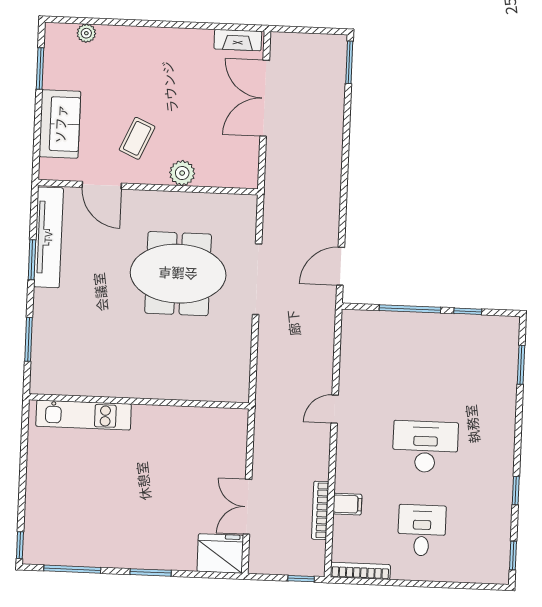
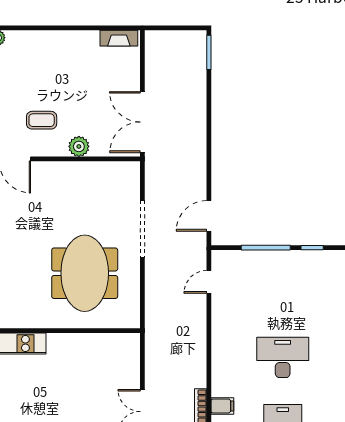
double door: (265, 98) -> (142, 122), moved
coffee table: (137, 138) -> (42, 120), turned 66
meeting table: (178, 274) -> (85, 273), moved, turned 90
door: (335, 409) -> (209, 282), moved

